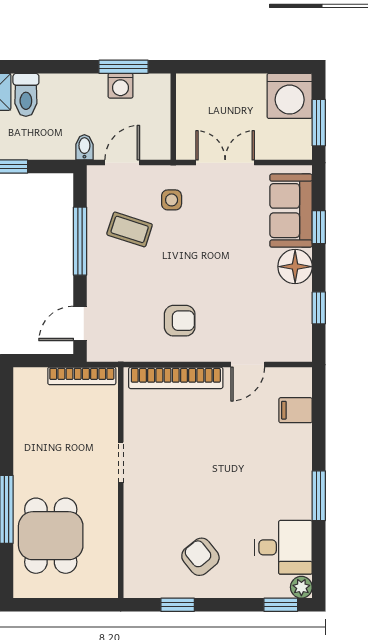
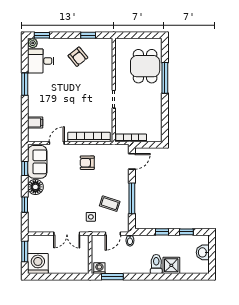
washing machine: (121, 86) -> (99, 268), moved
sofa: (291, 211) -> (37, 162), moved

